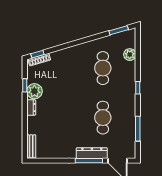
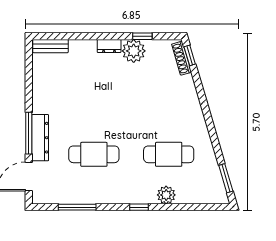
plant: (130, 55) -> (166, 195), moved

